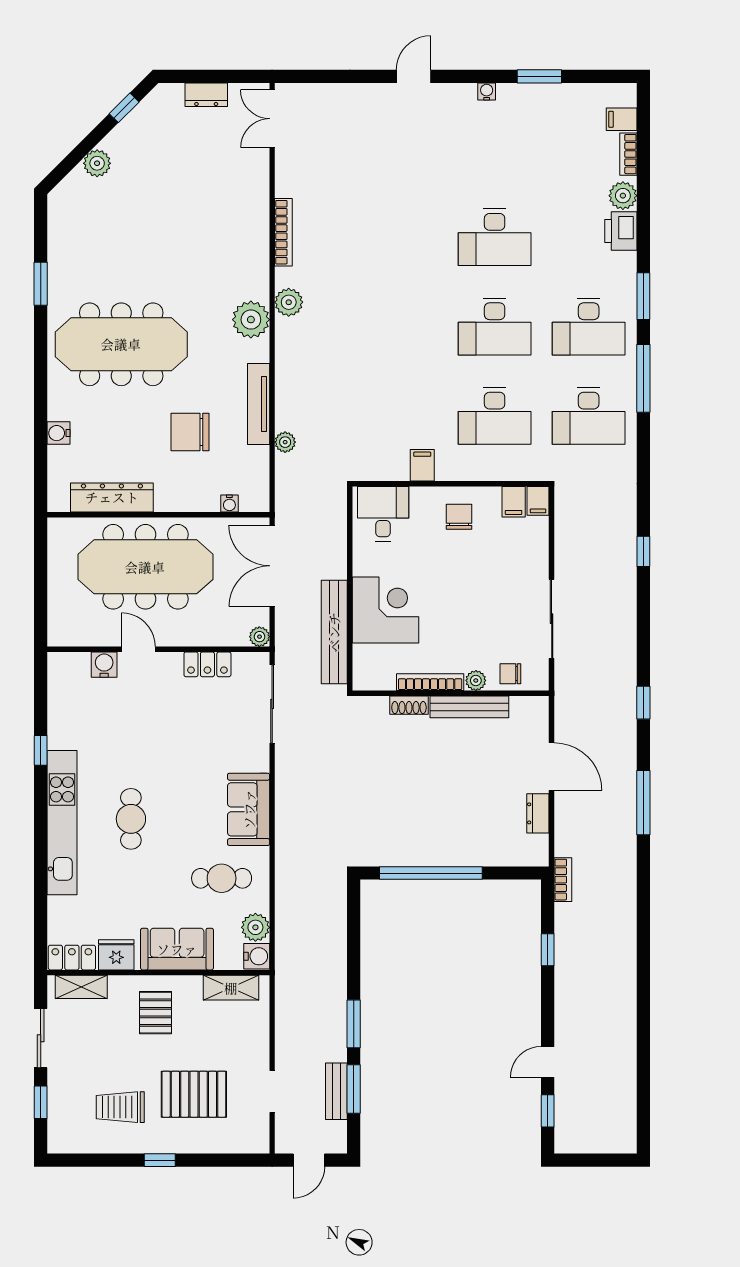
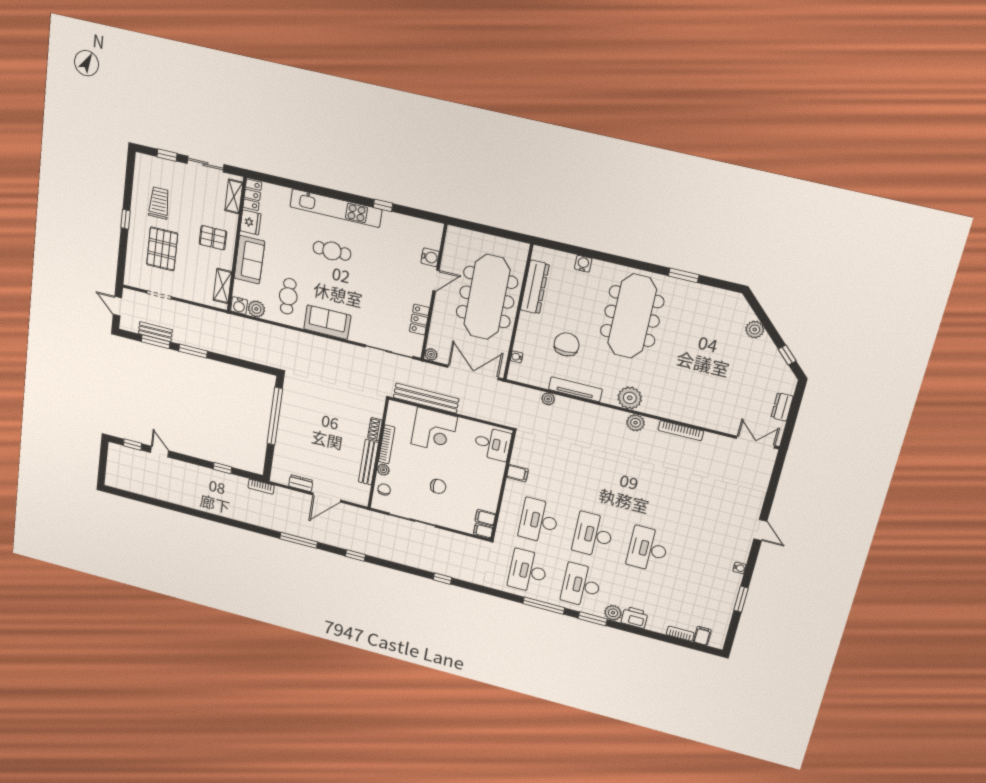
plant: (623, 196) -> (613, 613), moved
chair: (459, 517) -> (438, 486), moved

